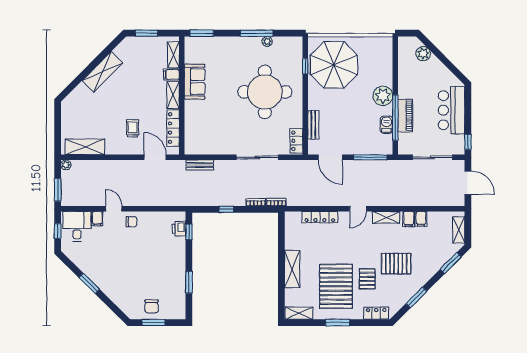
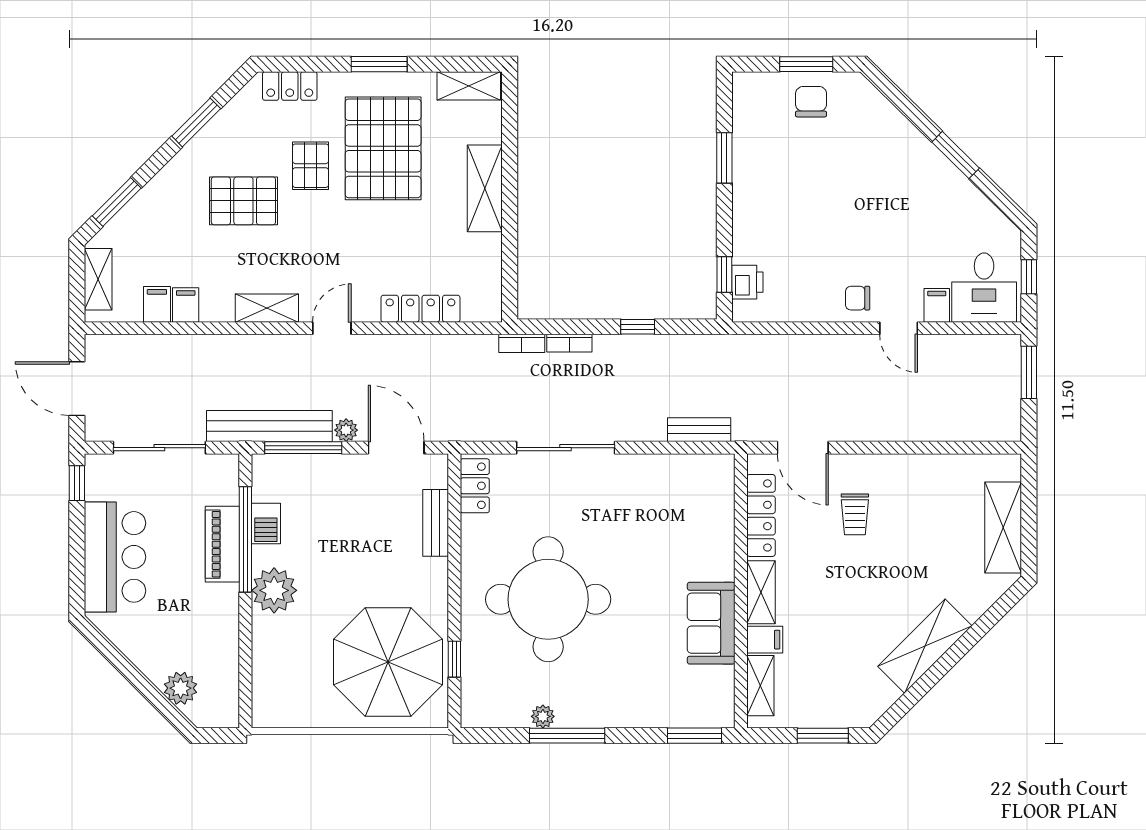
shelving: (85, 147) -> (1003, 528), moved, turned 90
plant: (66, 165) -> (346, 430), moved
bench: (385, 167) -> (269, 426), added
filing cabinet: (409, 219) -> (157, 304), moved

